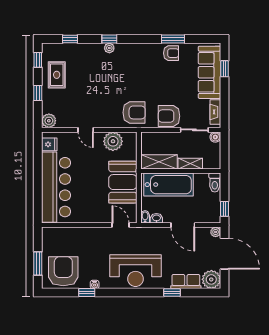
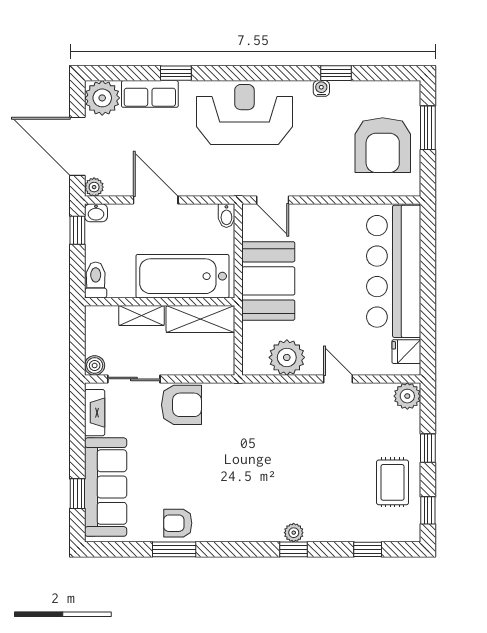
armchair: (134, 112) -> (247, 412), removed
washbasin: (156, 218) -> (96, 213), moved
armchair: (63, 271) -> (383, 145), moved

